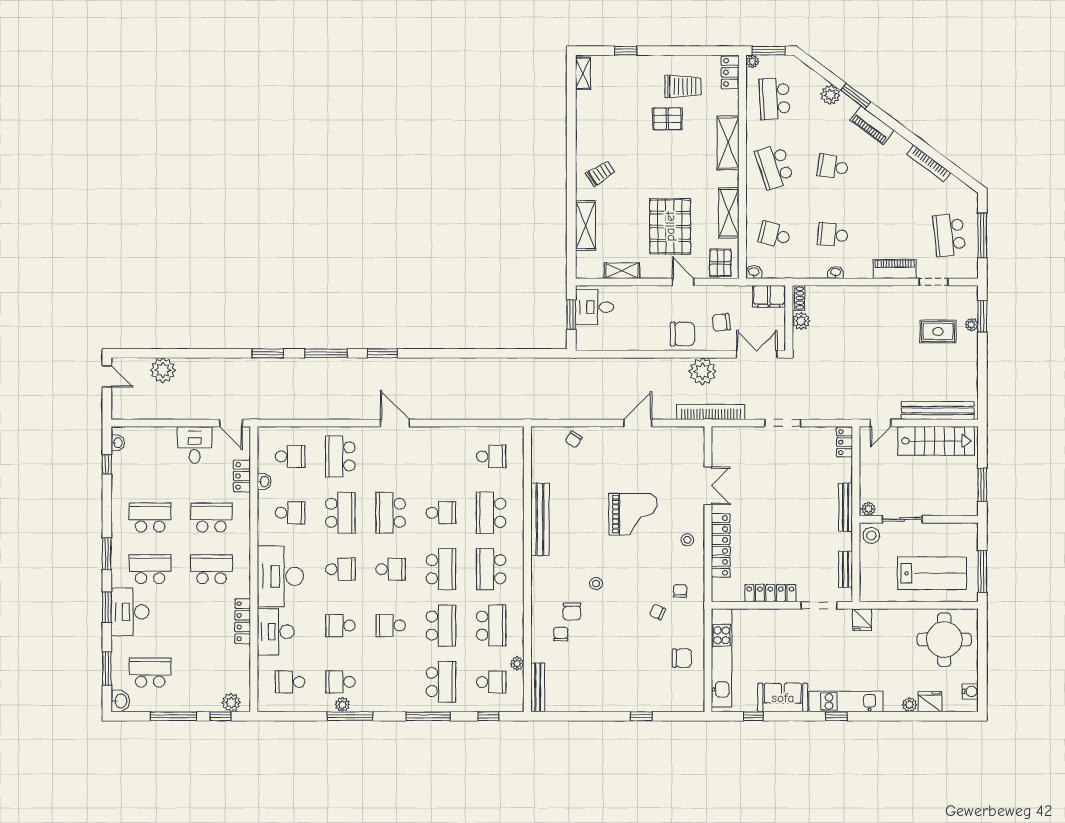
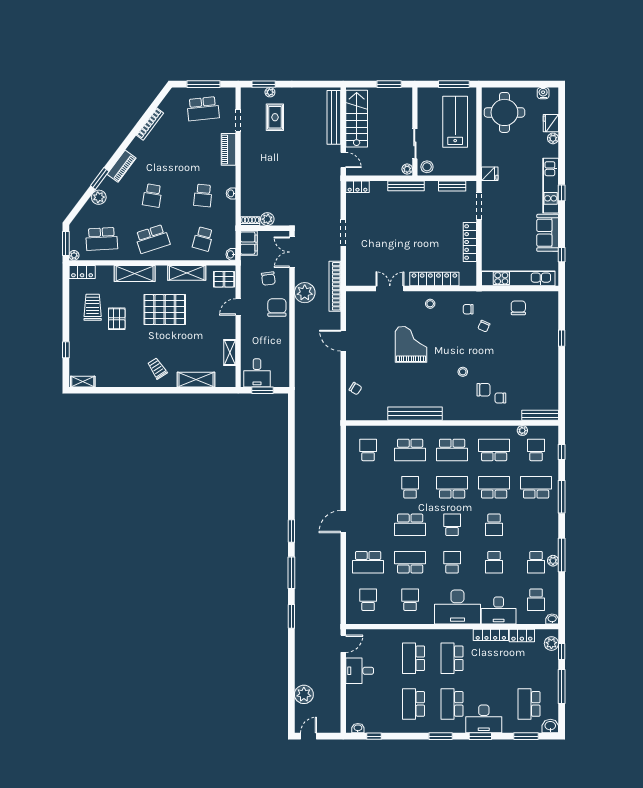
pallet: (670, 226) -> (165, 310), moved
locker: (242, 476) -> (522, 636), moved
washbasin: (264, 482) -> (552, 619), moved

